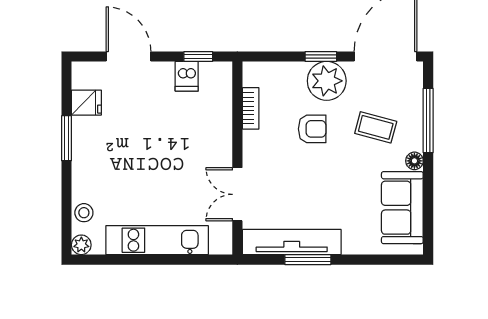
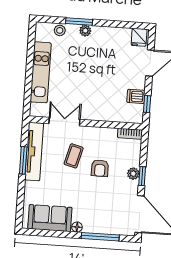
plant: (327, 81) -> (133, 174), width x0.53, depth x0.53
fridge: (86, 103) -> (139, 37), moved
bookcase: (251, 108) -> (130, 134), moved
coffee table: (376, 127) -> (74, 156), moved
window: (67, 138) -> (79, 21), moved
plant: (81, 245) -> (85, 31), moved

